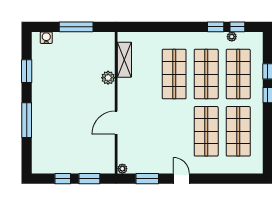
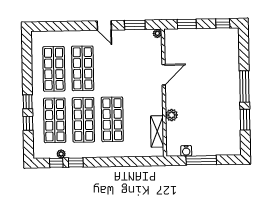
water cooler: (46, 38) -> (186, 151), moved
window: (27, 120) -> (244, 86), moved
window: (63, 179) -> (223, 23), moved

